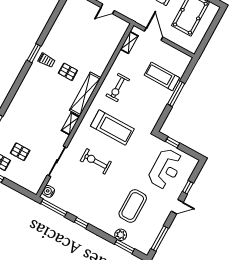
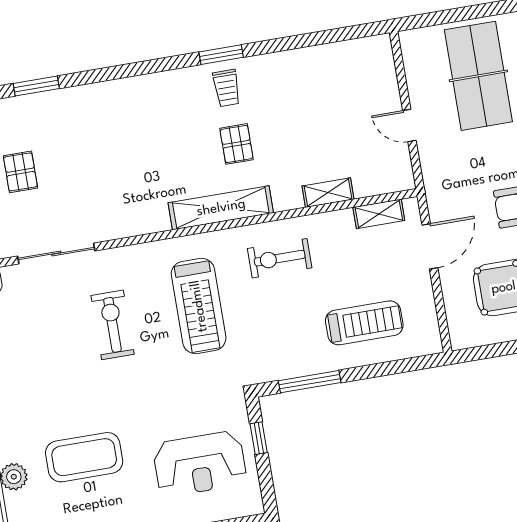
treadmill: (162, 76) -> (364, 323), turned 90
window: (176, 94) -> (310, 382), moved
shelving: (70, 124) -> (328, 193), moved

